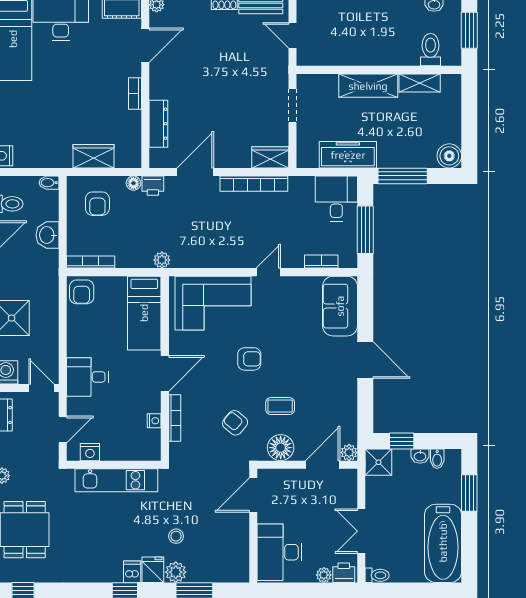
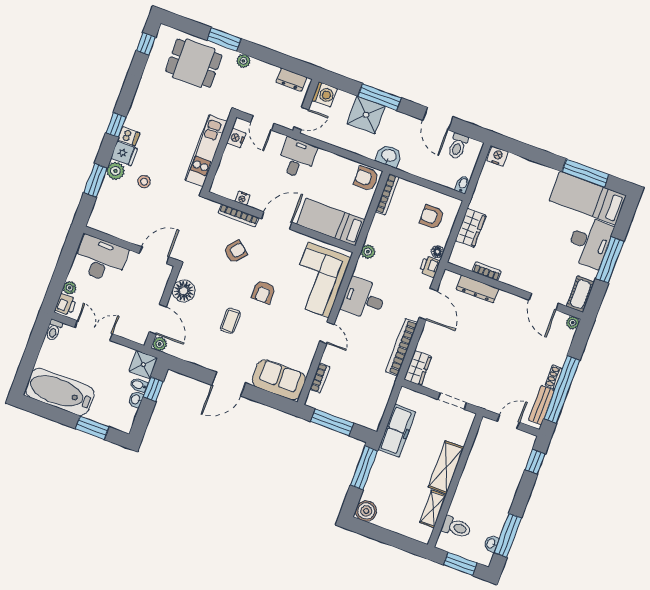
bookcase: (135, 93) -> (487, 271), moved
desk: (336, 199) -> (364, 299), moved, turned 180
washbasin: (47, 235) -> (389, 156), moved
door: (165, 374) -> (277, 221), swing flipped
coffee table: (280, 406) -> (230, 321), moved
armchair: (235, 423) -> (235, 251), moved
bidet: (437, 459) -> (139, 385), moved
door: (253, 495) -> (154, 255), hinge flipped

